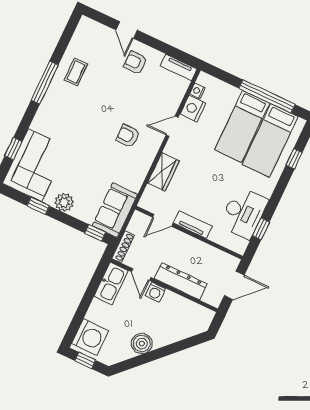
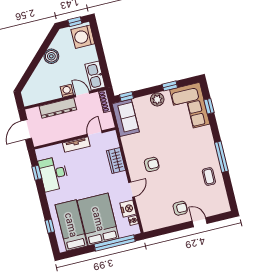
tv unit: (179, 67) -> (154, 225), removed
window: (267, 96) -> (115, 243), moved
bed: (242, 126) -> (98, 219), width x1.50

